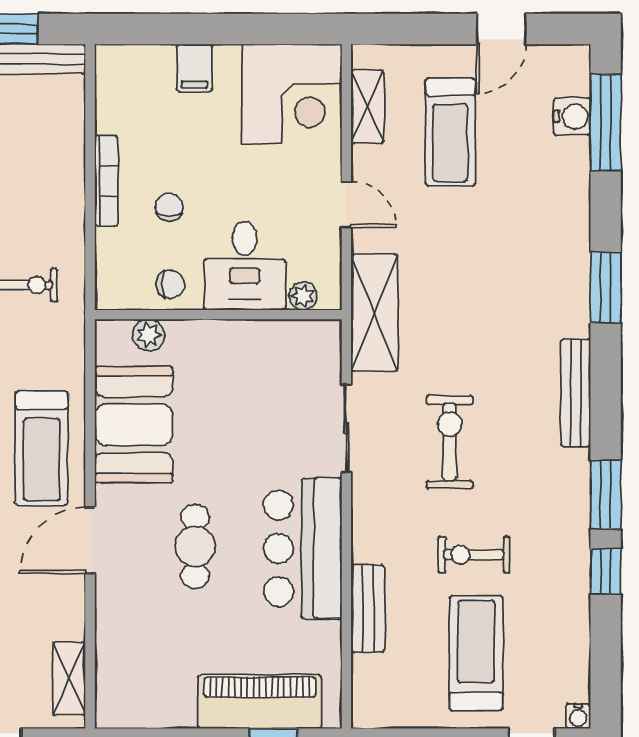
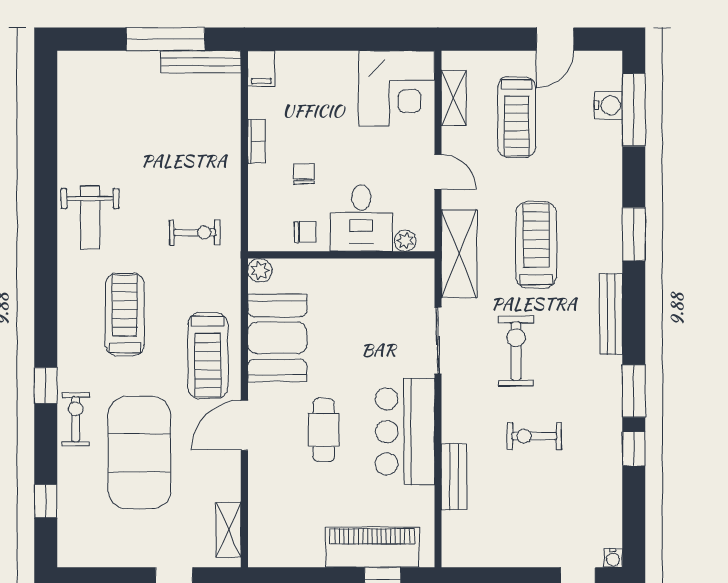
filing cabinet: (194, 68) -> (261, 69), moved
bookcase: (106, 181) -> (257, 141), width x0.64
plant: (149, 335) -> (260, 270), moved
treadmill: (476, 653) -> (536, 245), moved

